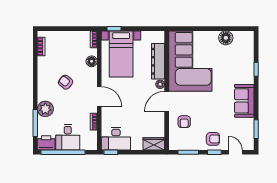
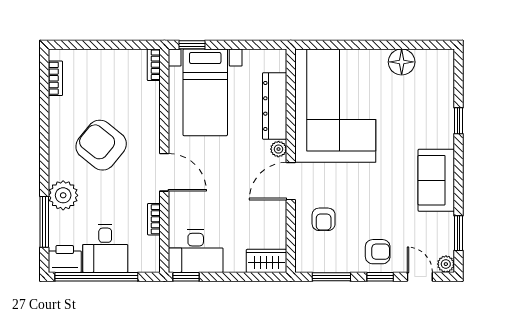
floor lamp: (92, 61) -> (150, 106), removed
armchair: (66, 82) -> (101, 145), width x1.88, depth x1.88
plant: (249, 146) -> (446, 264), added

